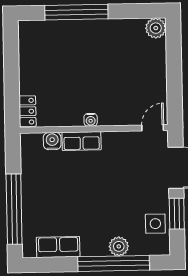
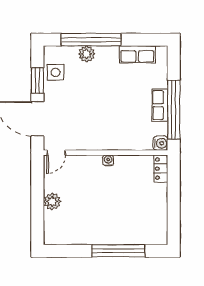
plant: (156, 28) -> (52, 201), moved
water cooler: (52, 141) -> (160, 143), moved, turned -90
row of seats: (82, 141) -> (160, 105), moved, turned -90
window: (14, 209) -> (174, 110), moved

